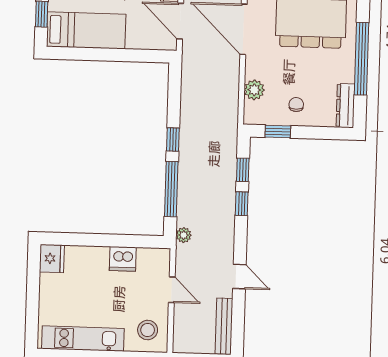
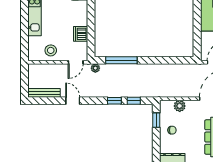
window: (173, 140) -> (150, 60), removed
door: (239, 277) -> (73, 101), swing flipped
door: (172, 290) -> (76, 62), moved
stool: (148, 330) -> (51, 50), moved

